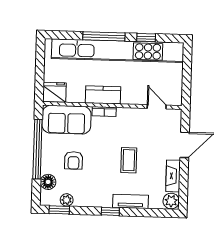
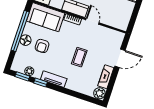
door: (157, 107) -> (92, 21), moved
floor lamp: (48, 182) -> (26, 40), moved
tv unit: (131, 201) -> (54, 79), moved
window: (110, 211) -> (41, 82), moved

